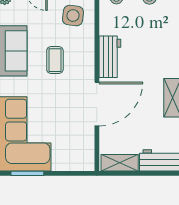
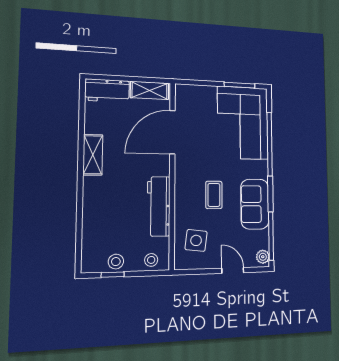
workbench: (110, 57) -> (159, 206), width x1.37
door: (97, 104) -> (172, 132), moved

